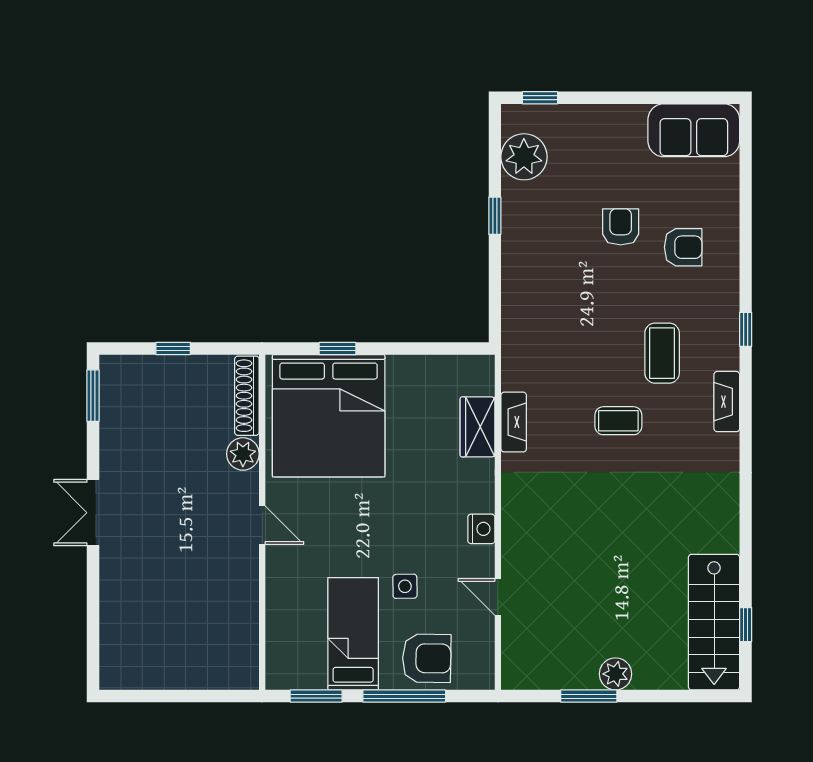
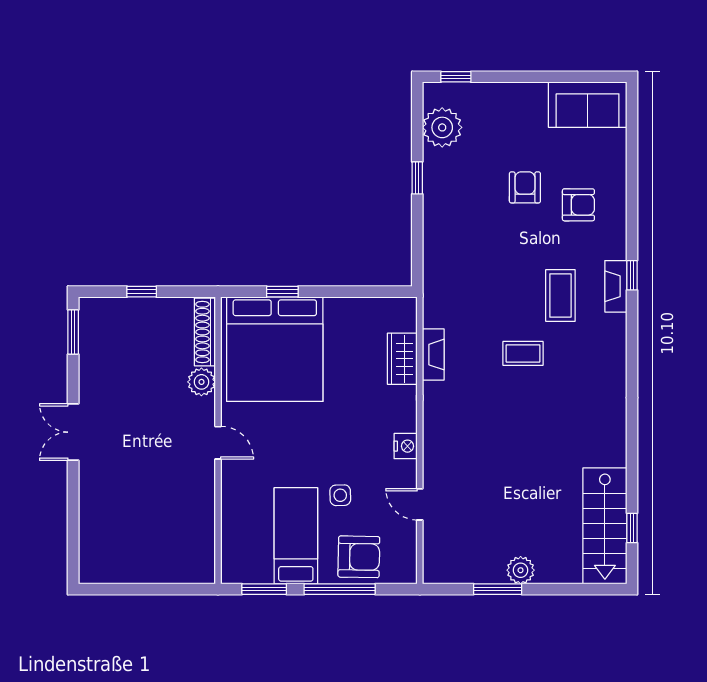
fireplace: (727, 402) -> (616, 286), moved

